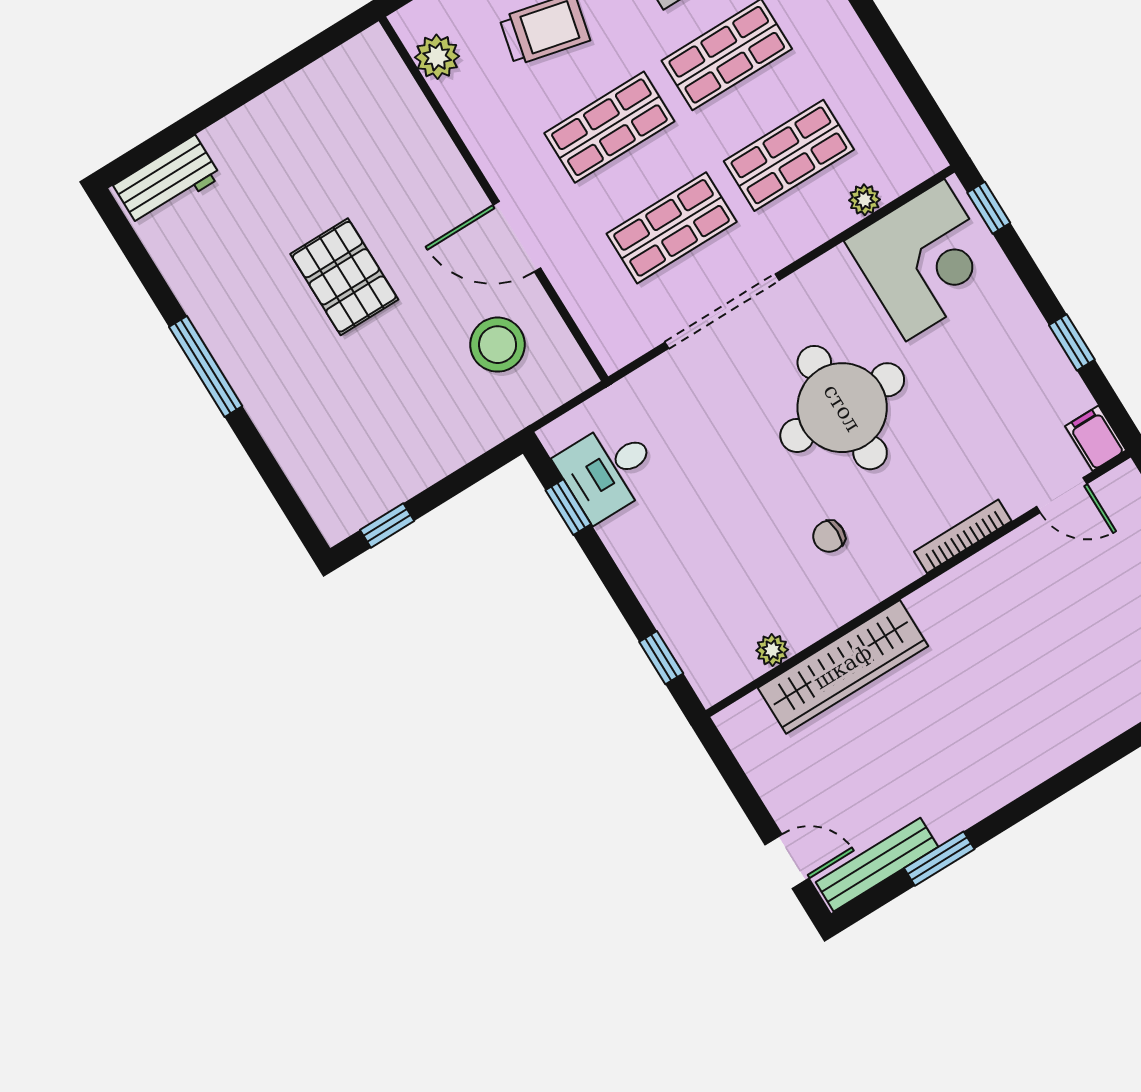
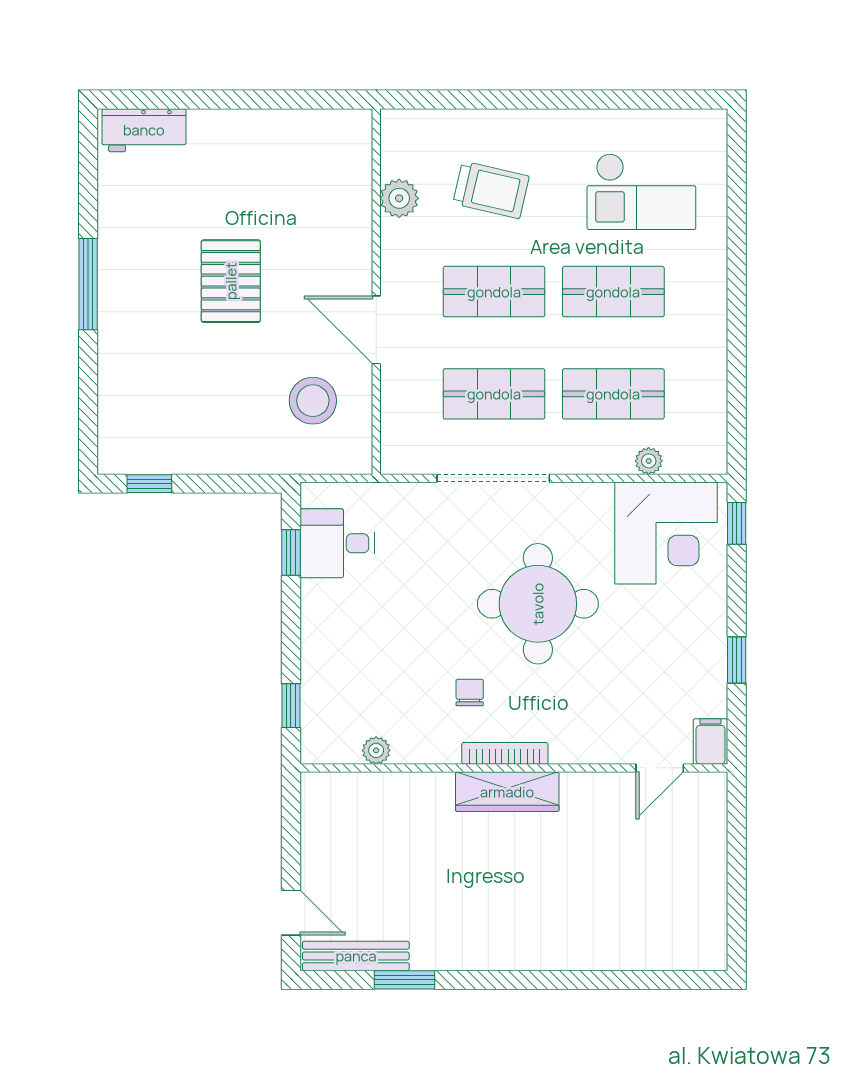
plant: (437, 57) -> (399, 198), moved
door: (1062, 495) -> (660, 768), hinge flipped
chair: (829, 536) -> (470, 692), turned 90
bookcase: (963, 536) -> (505, 753), moved
wardrobe: (843, 667) -> (507, 792), moved, width x0.71, depth x0.85

